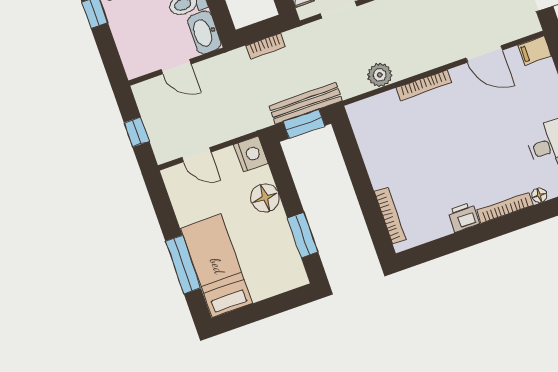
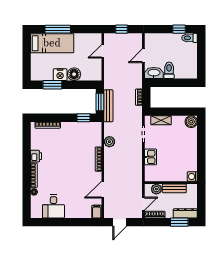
window: (349, 147) -> (83, 118), added
nightstand: (251, 154) -> (60, 75), moved

